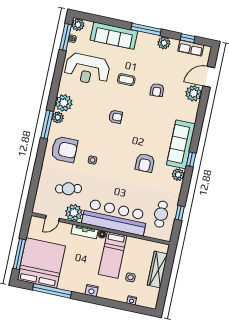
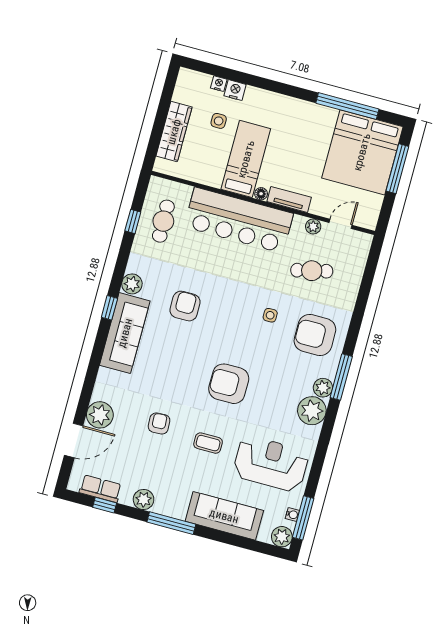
armchair: (116, 117) -> (229, 384), width x1.88, depth x1.88
plant: (74, 213) -> (313, 227), width x0.53, depth x0.53
nightstand: (92, 290) -> (235, 90), moved

